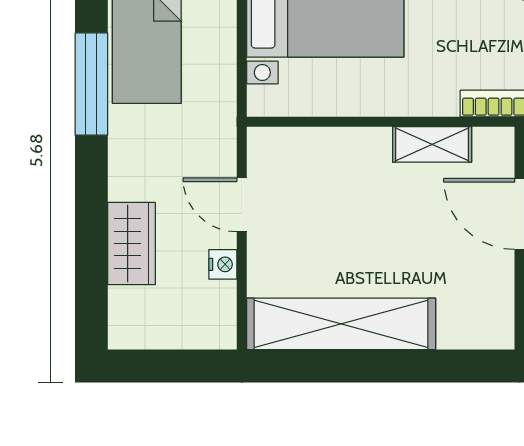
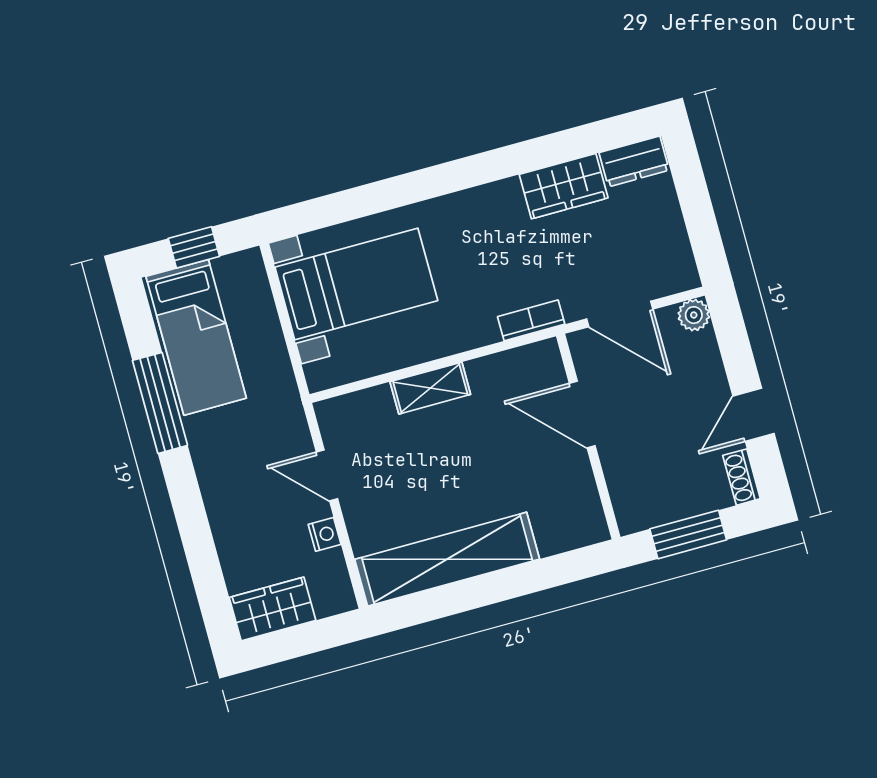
shelving: (432, 144) -> (430, 388), moved
wardrobe: (132, 244) -> (273, 609), moved, turned -90

